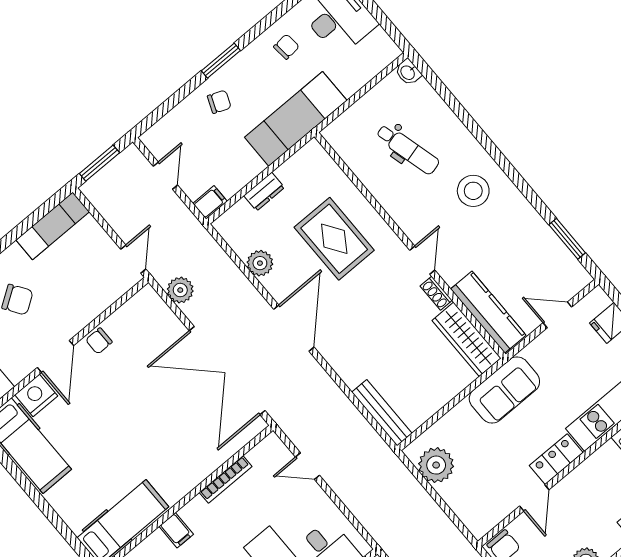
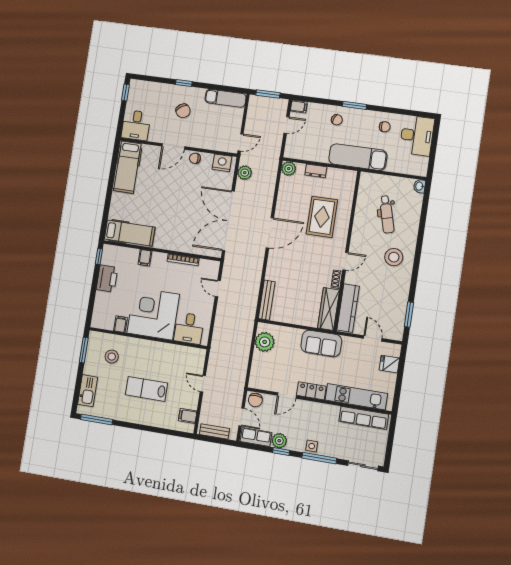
filing cabinet: (210, 202) -> (299, 107), moved
plant: (260, 263) -> (289, 169), moved
nightstand: (36, 395) -> (222, 163), moved

